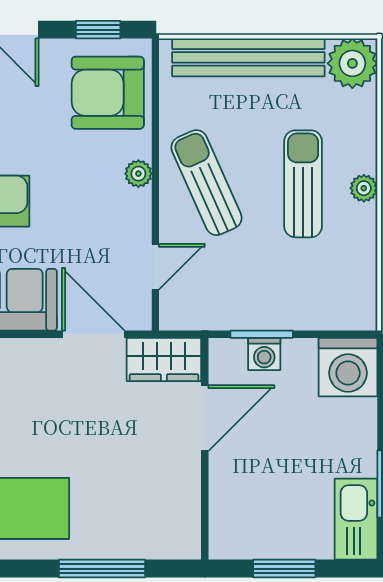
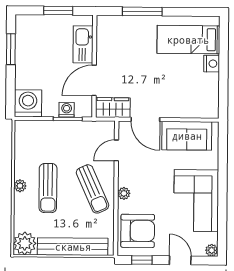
kitchen sink: (356, 519) -> (83, 44), moved, turned 180

